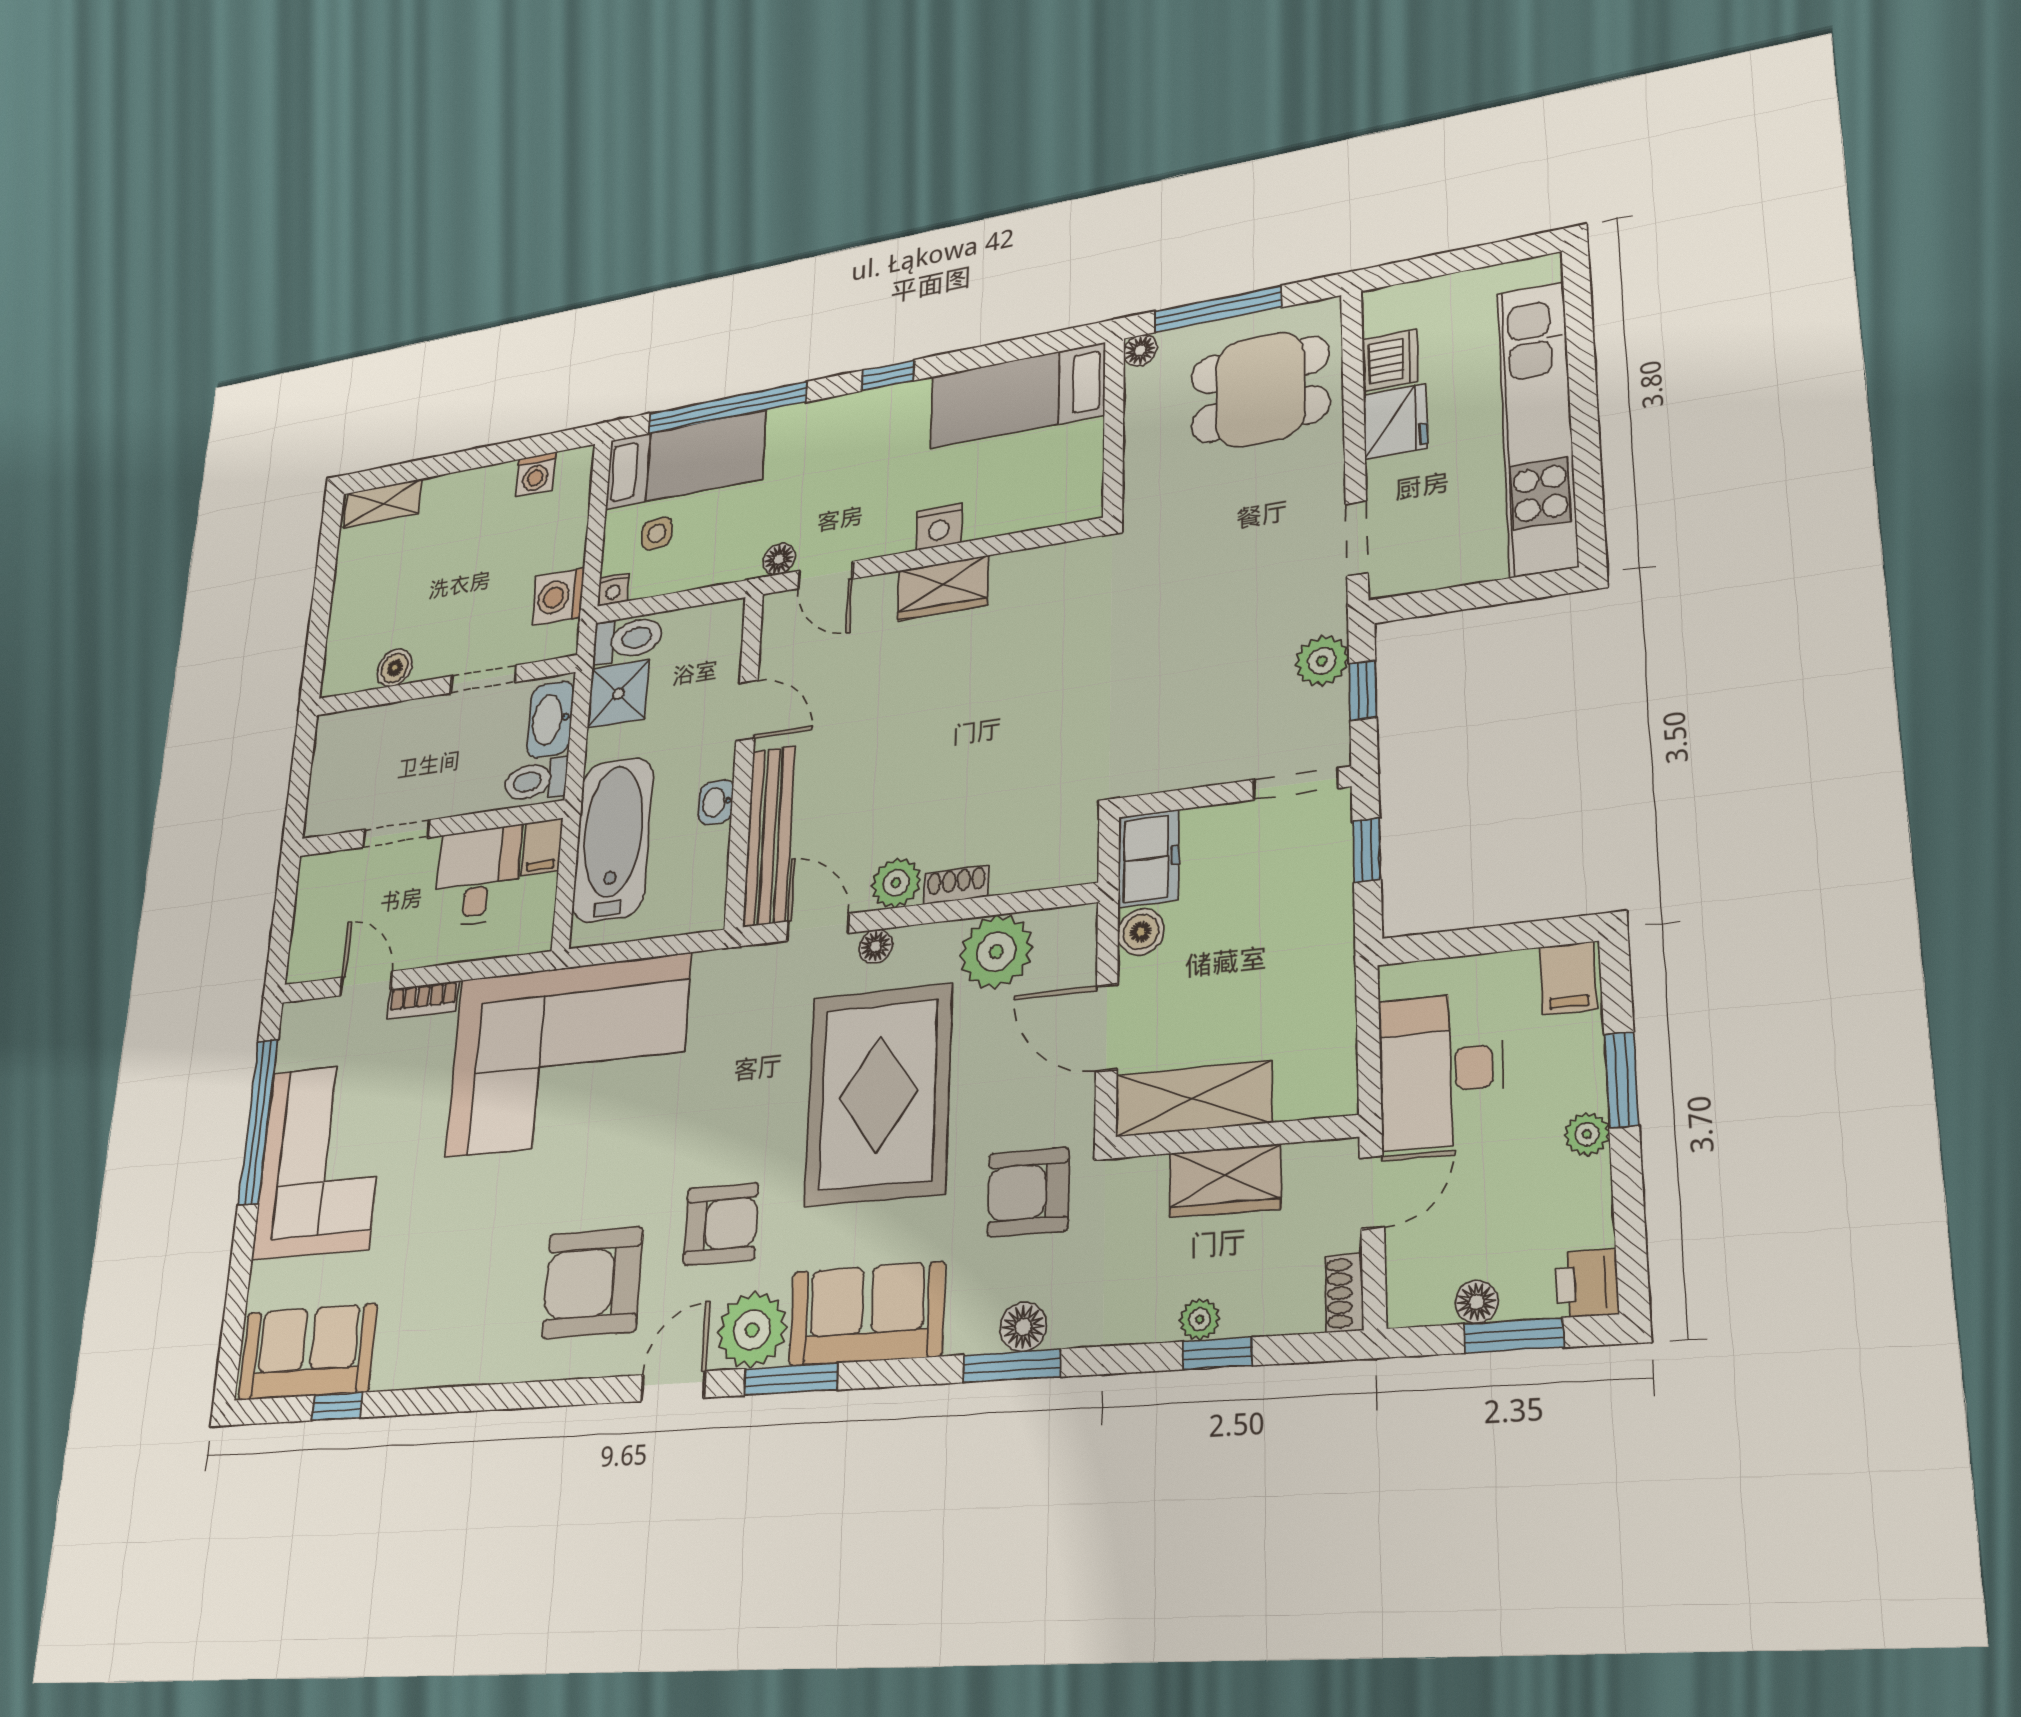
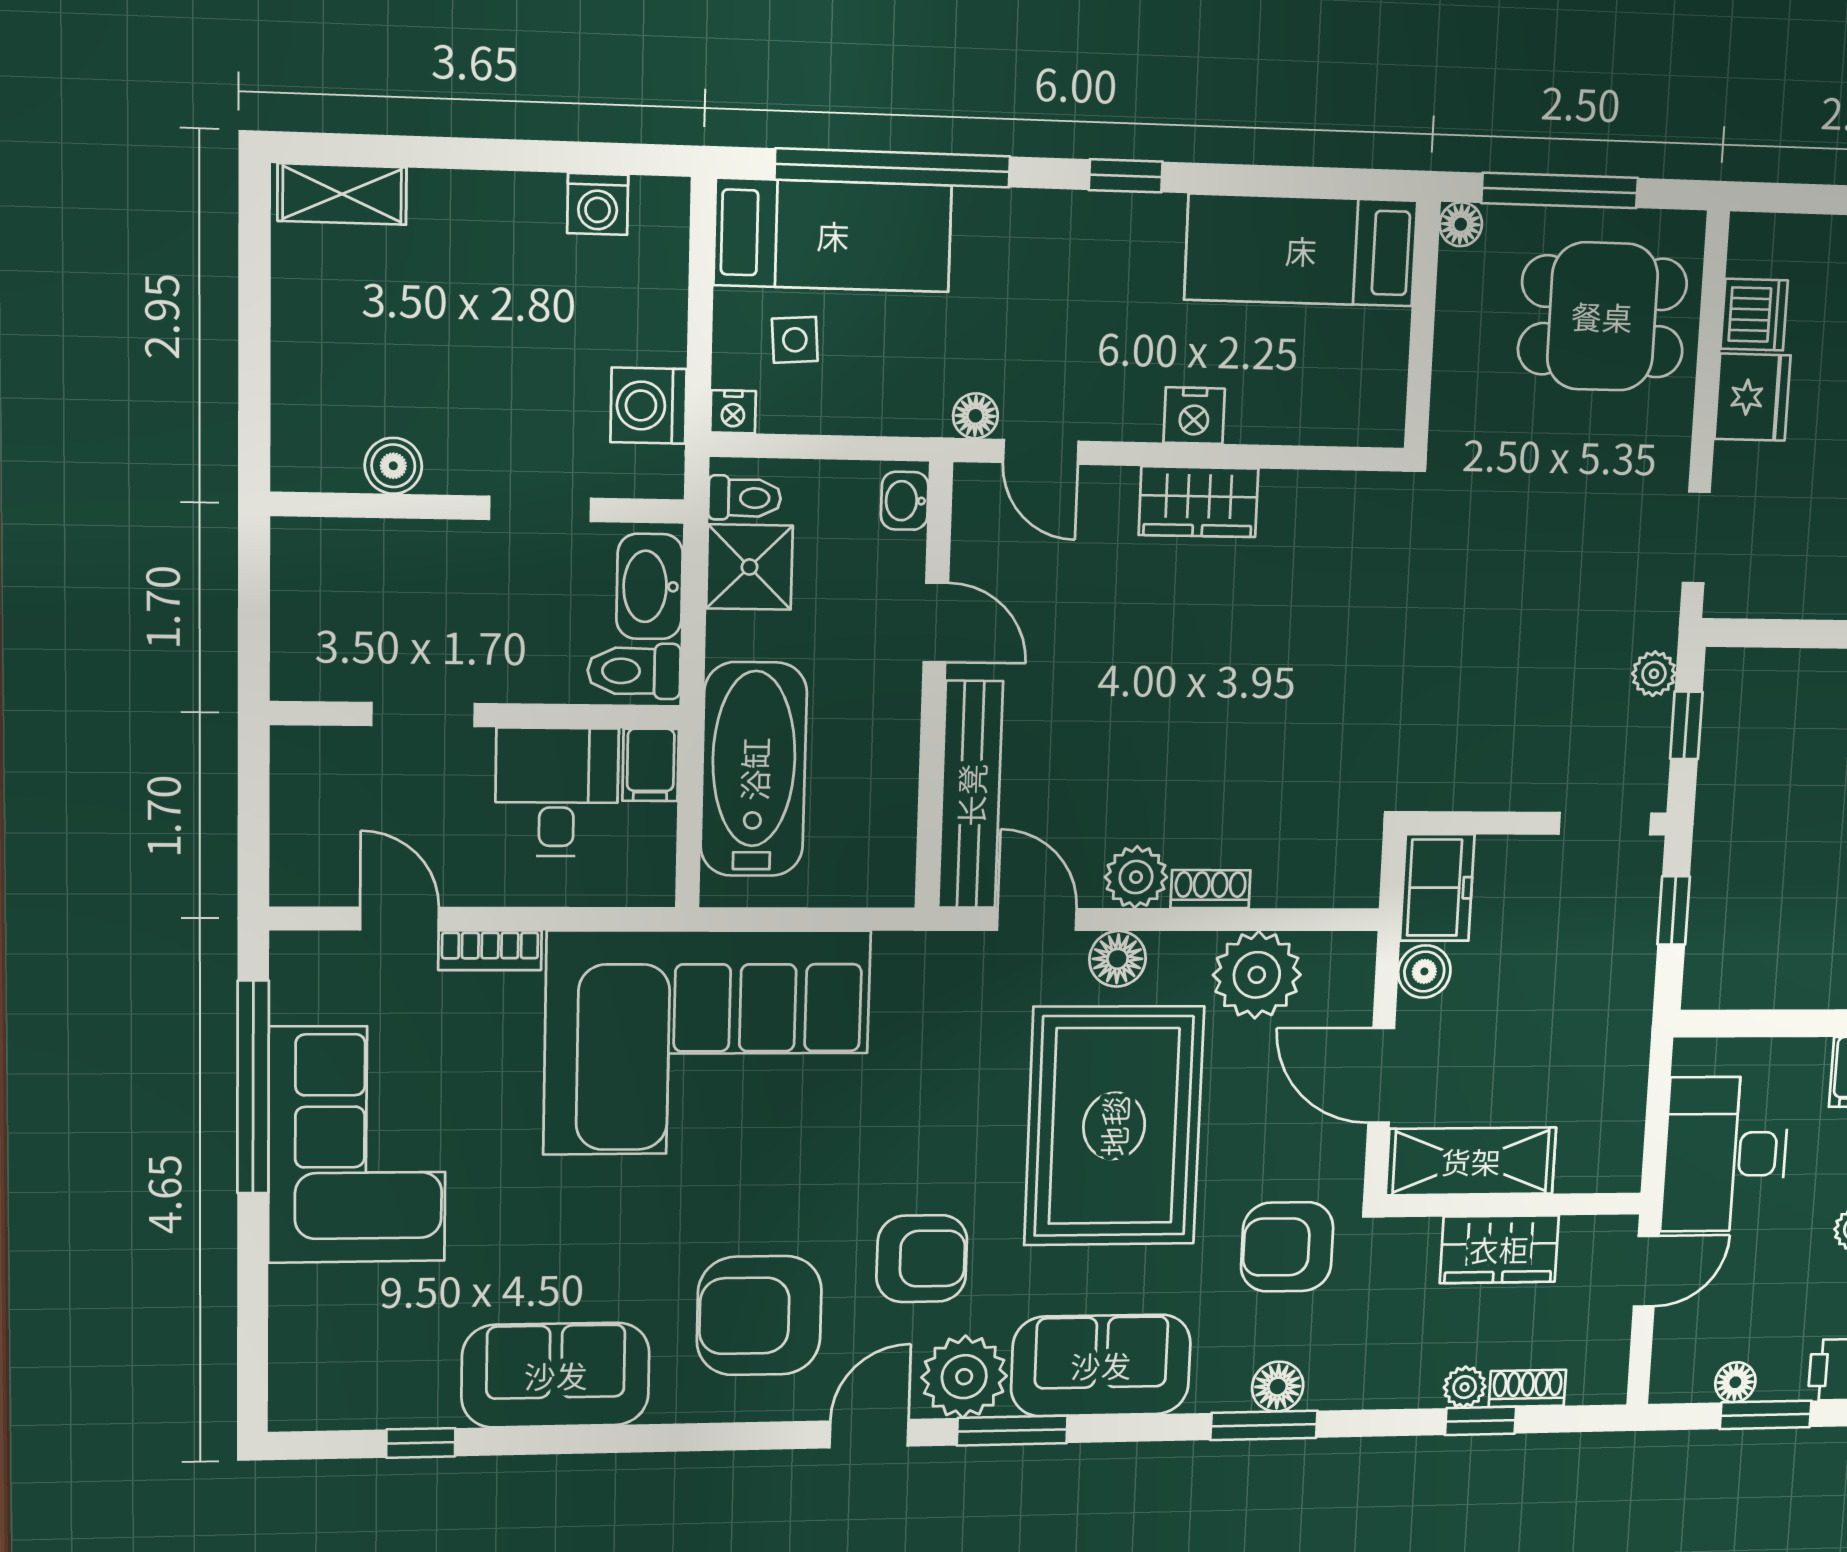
toilet: (627, 639) -> (745, 498), width x0.73, depth x0.72
plant: (1322, 661) -> (1654, 674), width x0.73, depth x0.73
washbasin: (716, 802) -> (905, 501), moved
floor lamp: (876, 946) -> (1118, 959), width x1.37, depth x1.37
shoe rack: (1344, 1293) -> (1527, 1388), moved, turned 90
sofa: (308, 1352) -> (556, 1375), moved

